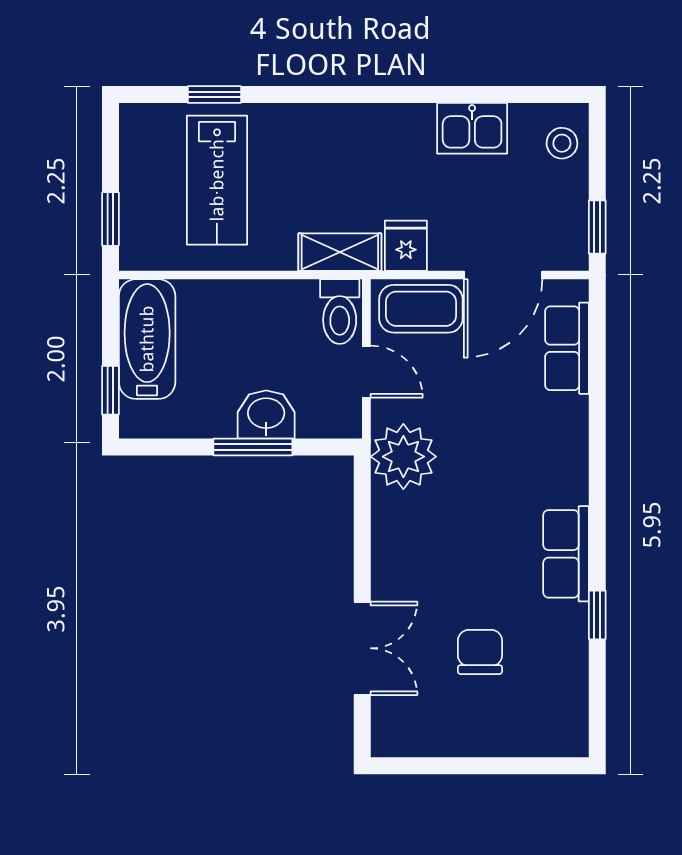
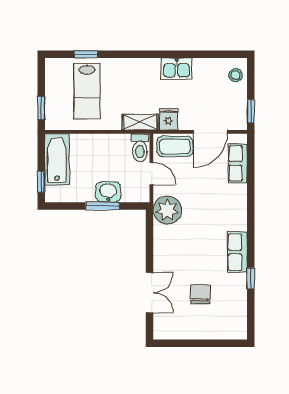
kitchen sink: (472, 128) -> (177, 69), moved

